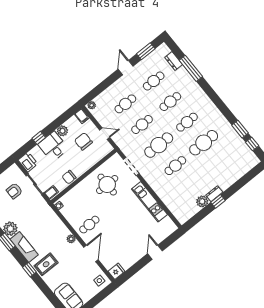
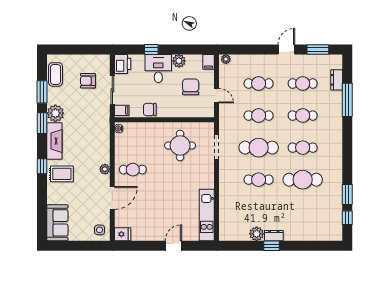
kitchen unit: (149, 202) -> (207, 215), moved

